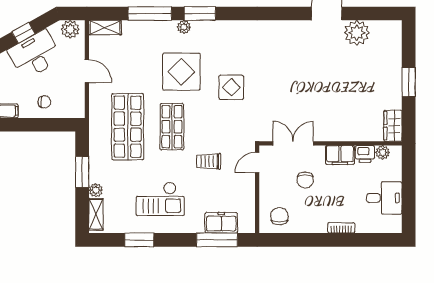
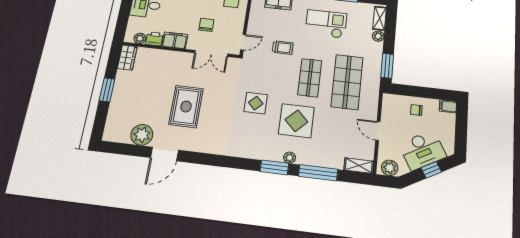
rug: (312, 73) -> (186, 107), added
window: (82, 172) -> (387, 66), moved

